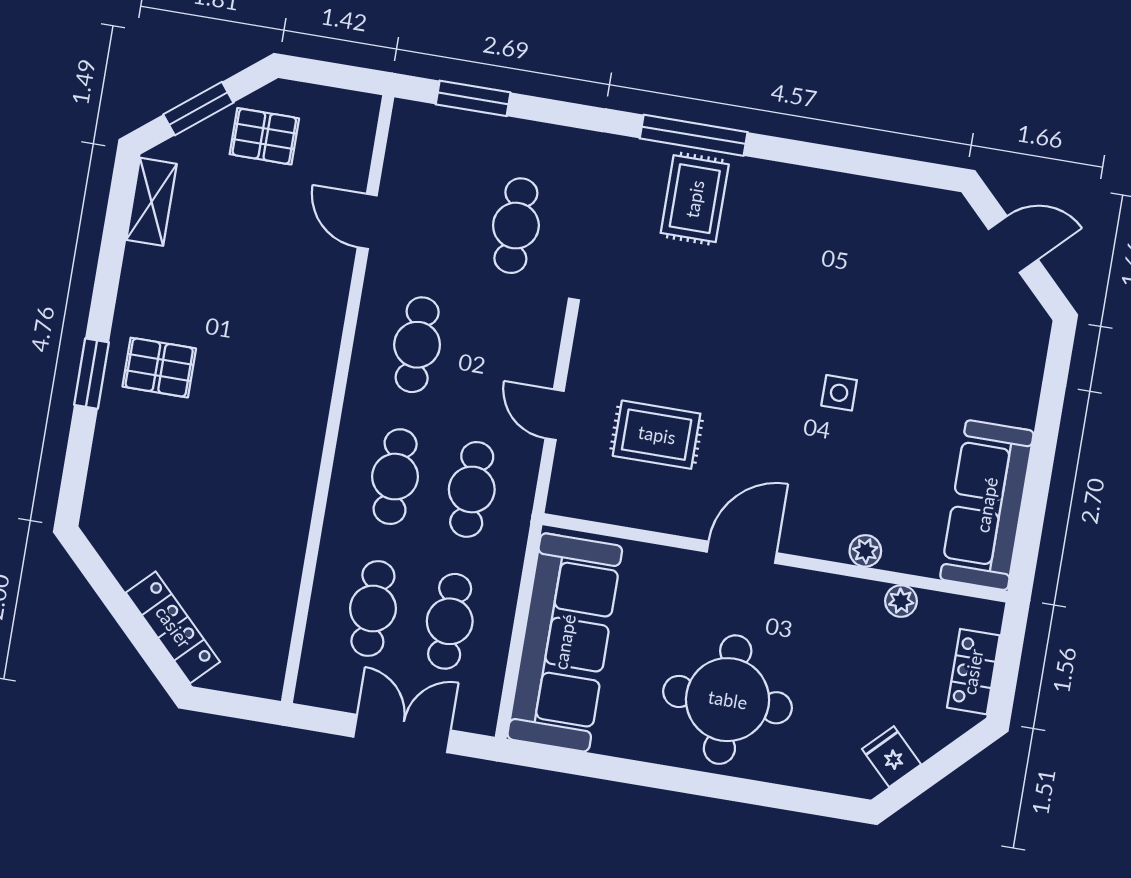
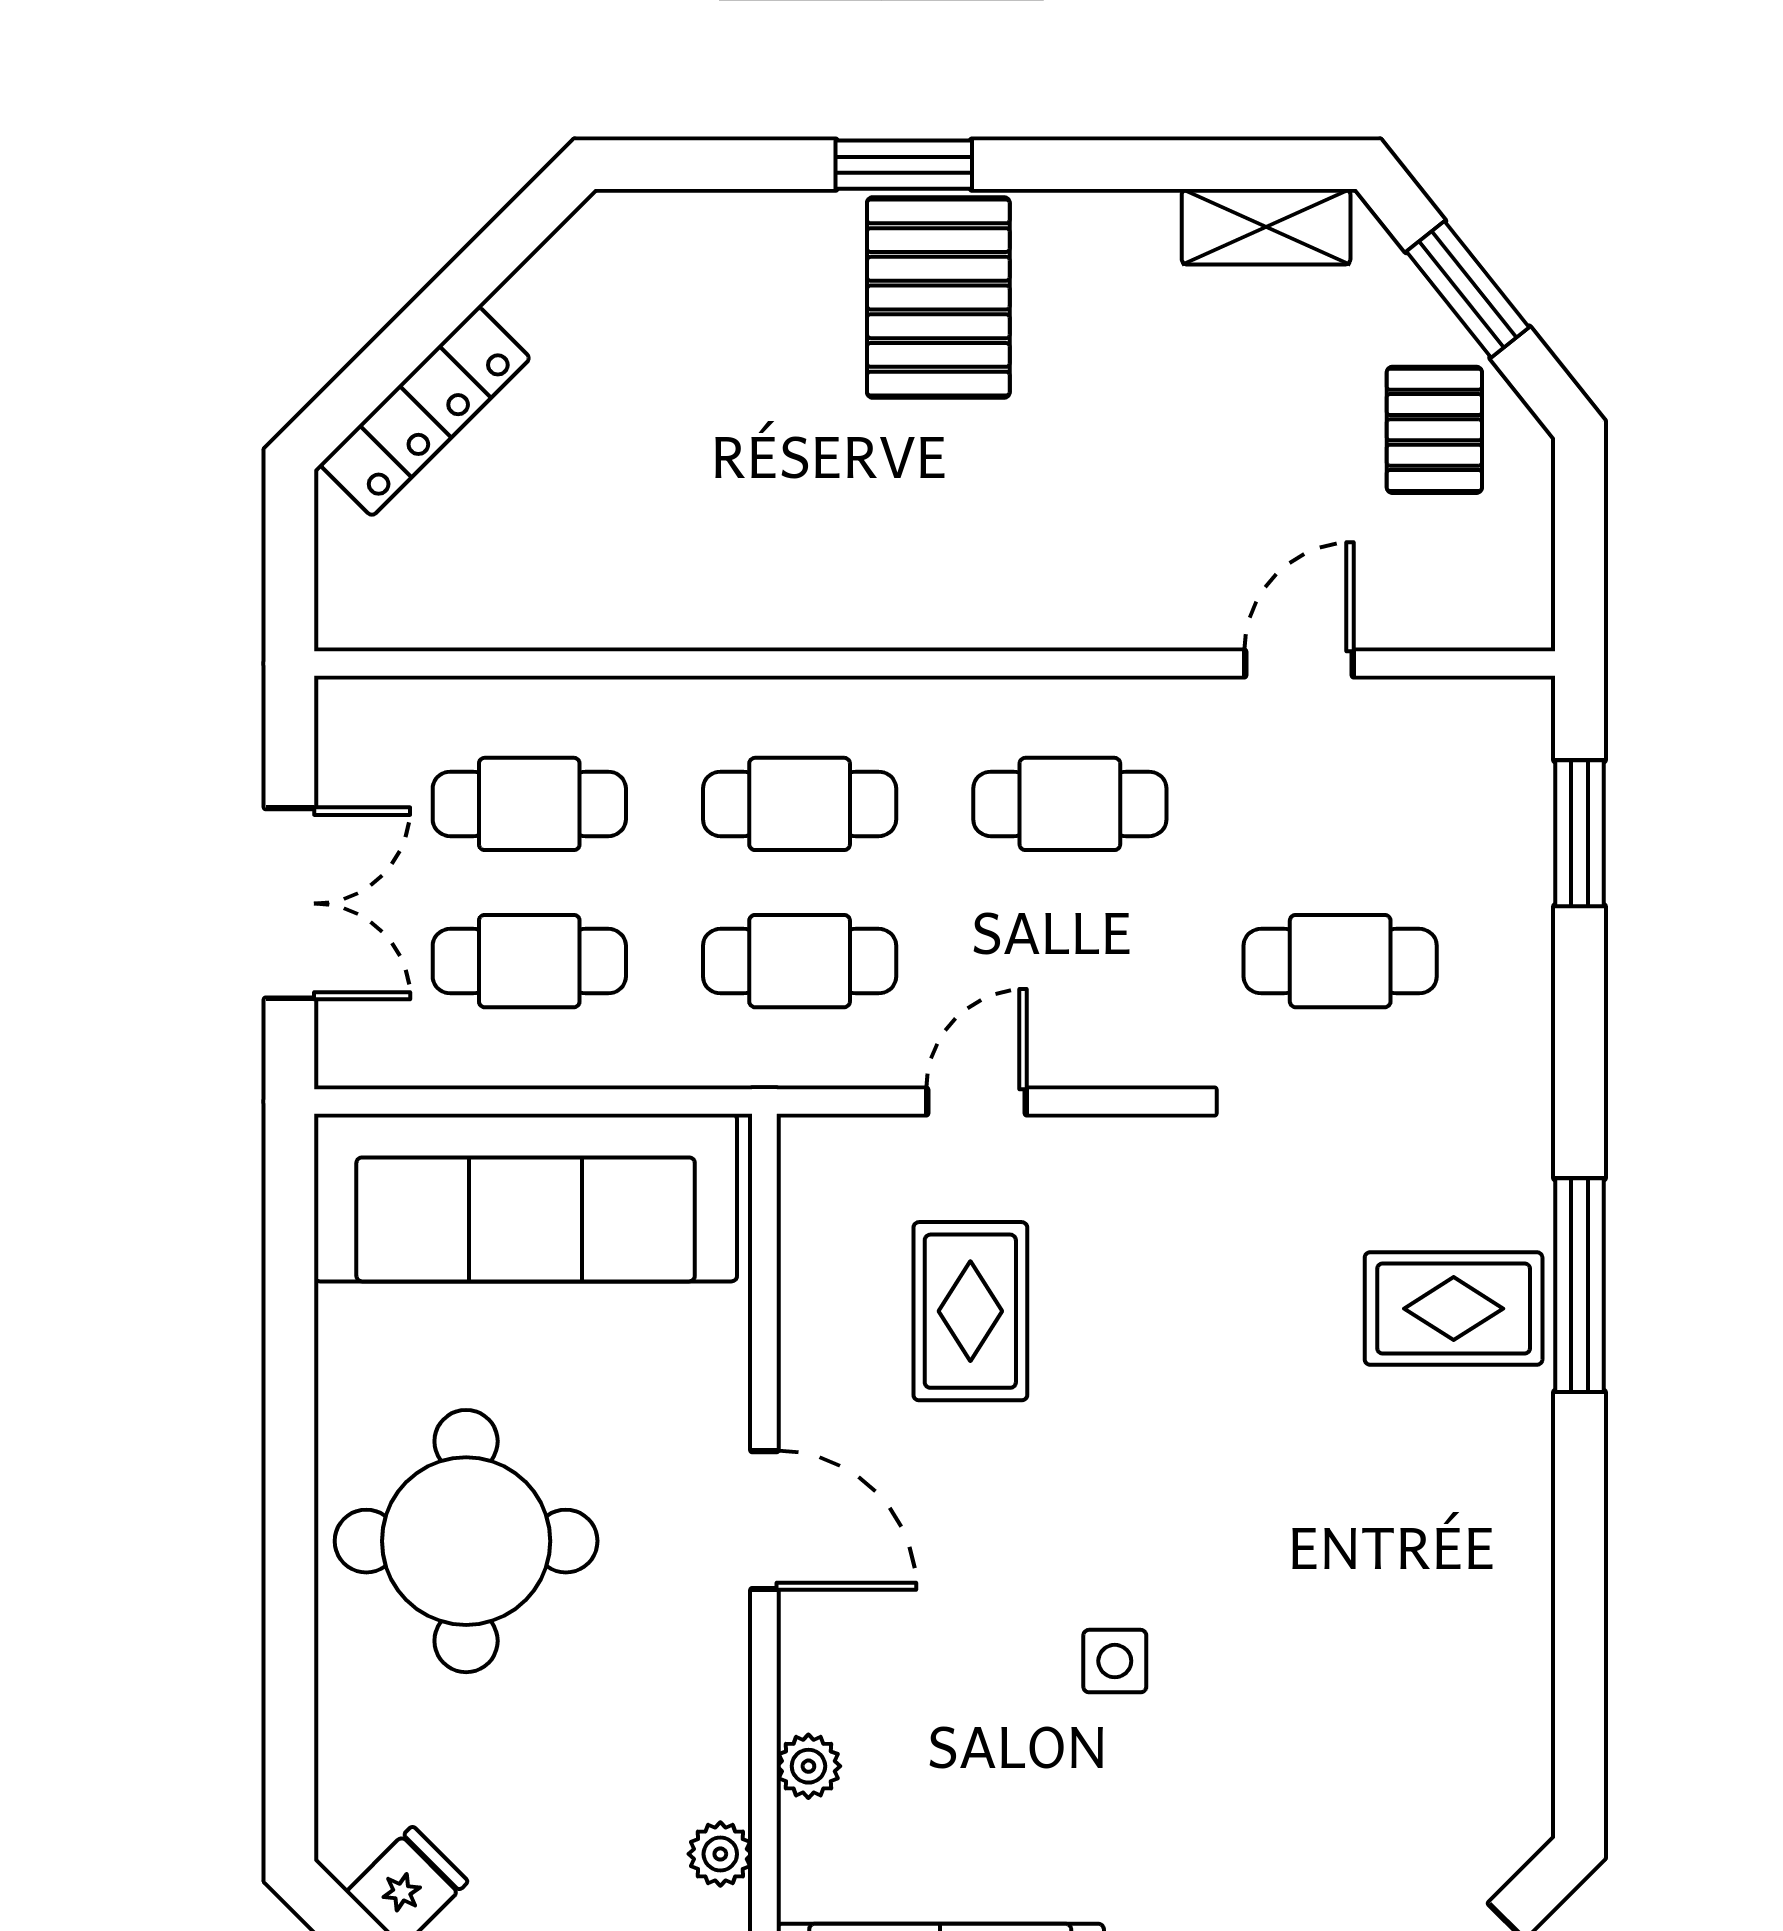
pallet: (159, 368) -> (938, 298), width x1.50, depth x1.42

